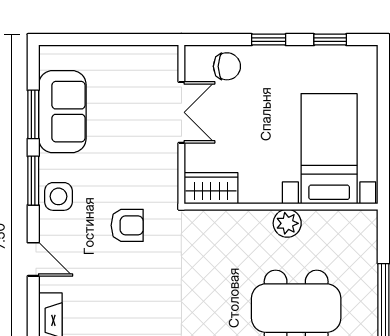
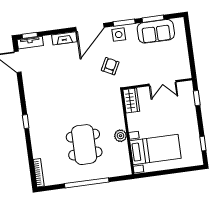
window: (269, 40) -> (197, 98), moved
chair: (227, 66) -> (185, 100), removed
armchair: (127, 225) -> (110, 66), turned -153
door: (33, 259) -> (90, 27), width x1.88

